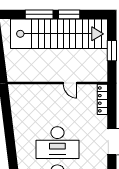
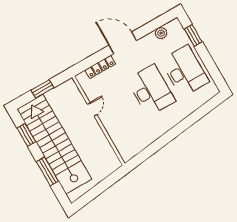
window: (69, 14) -> (26, 135), moved
locker: (102, 99) -> (100, 67), moved

